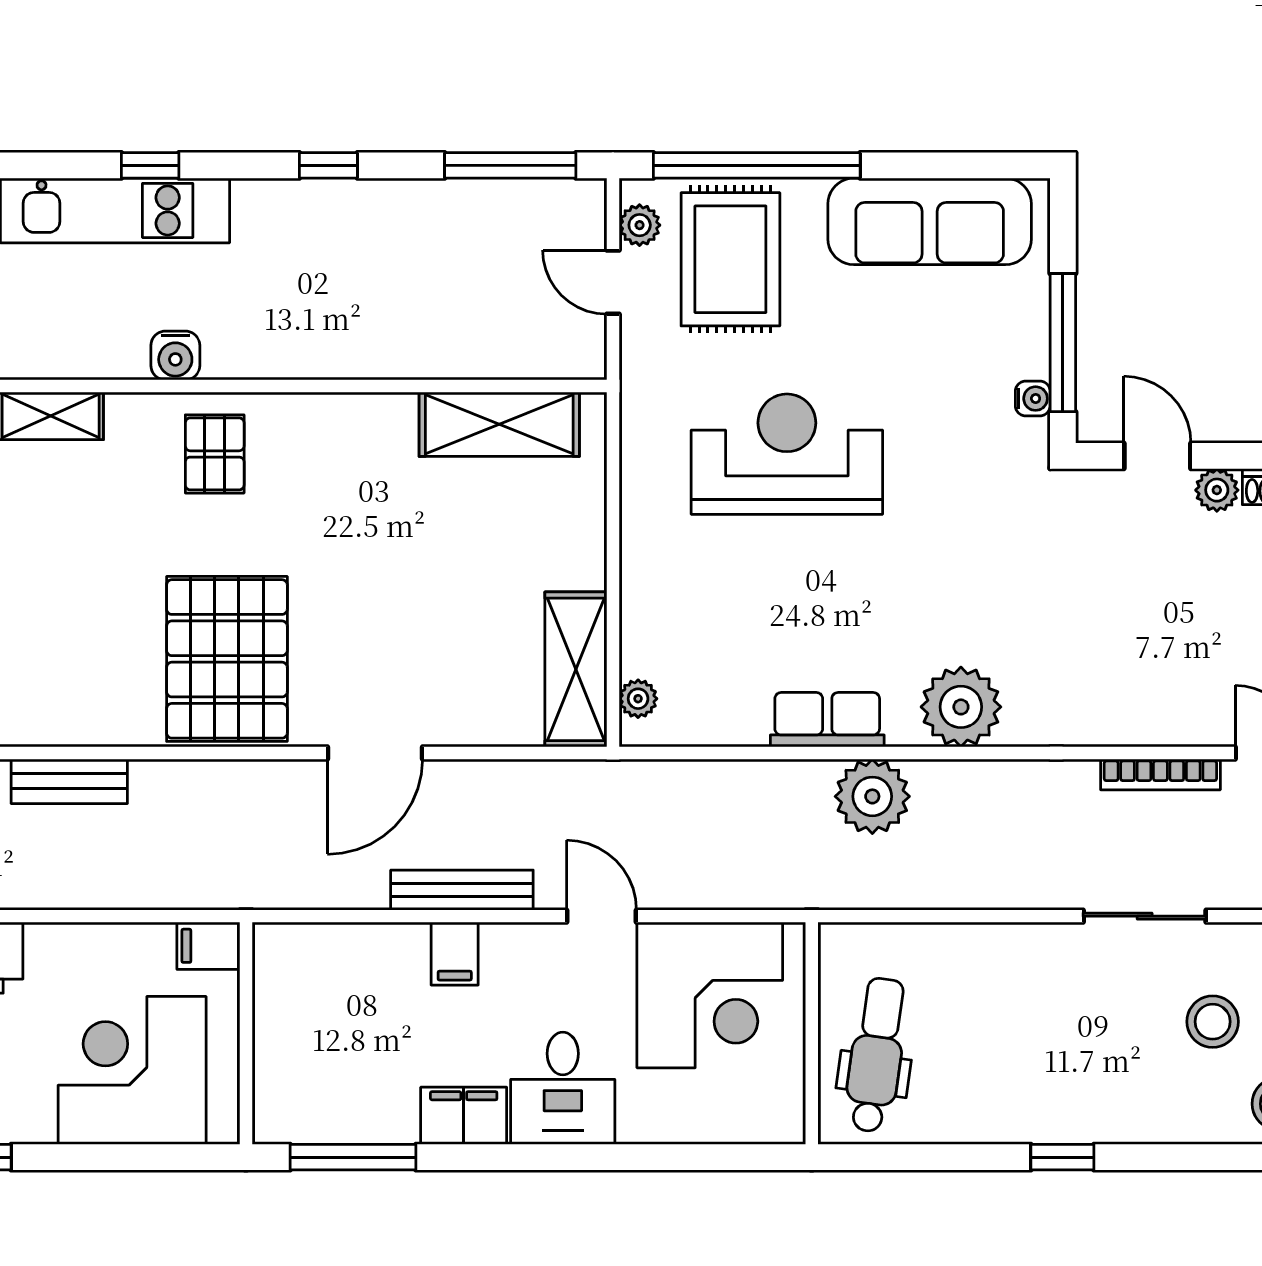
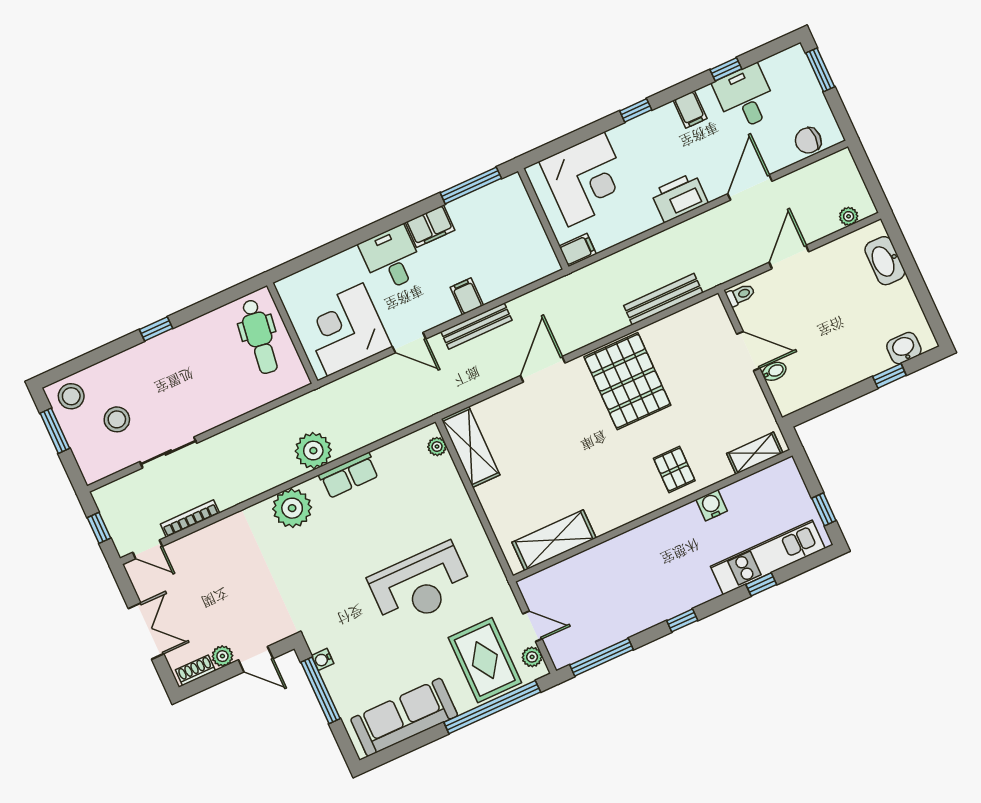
bench: (69, 781) -> (663, 299), width x1.36

